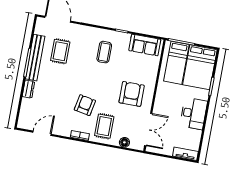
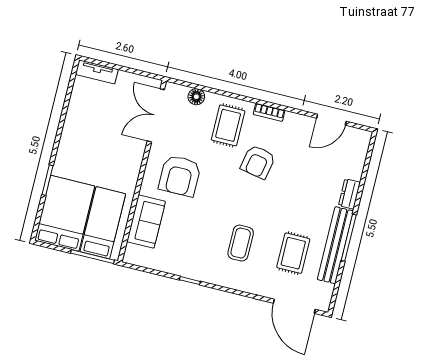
sofa: (145, 45) -> (146, 222), moved, turned 90
coffee table: (104, 52) -> (241, 243), moved
desk: (194, 114) -> (80, 137), removed

